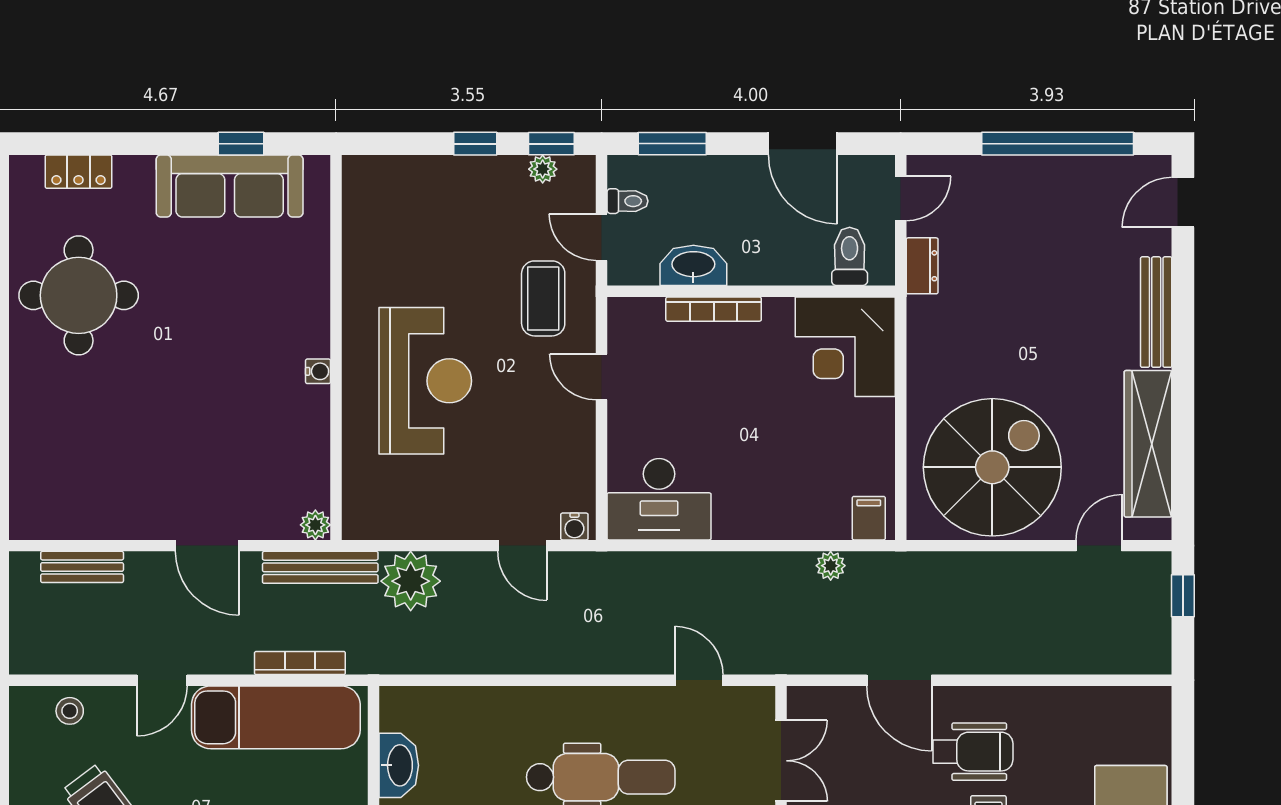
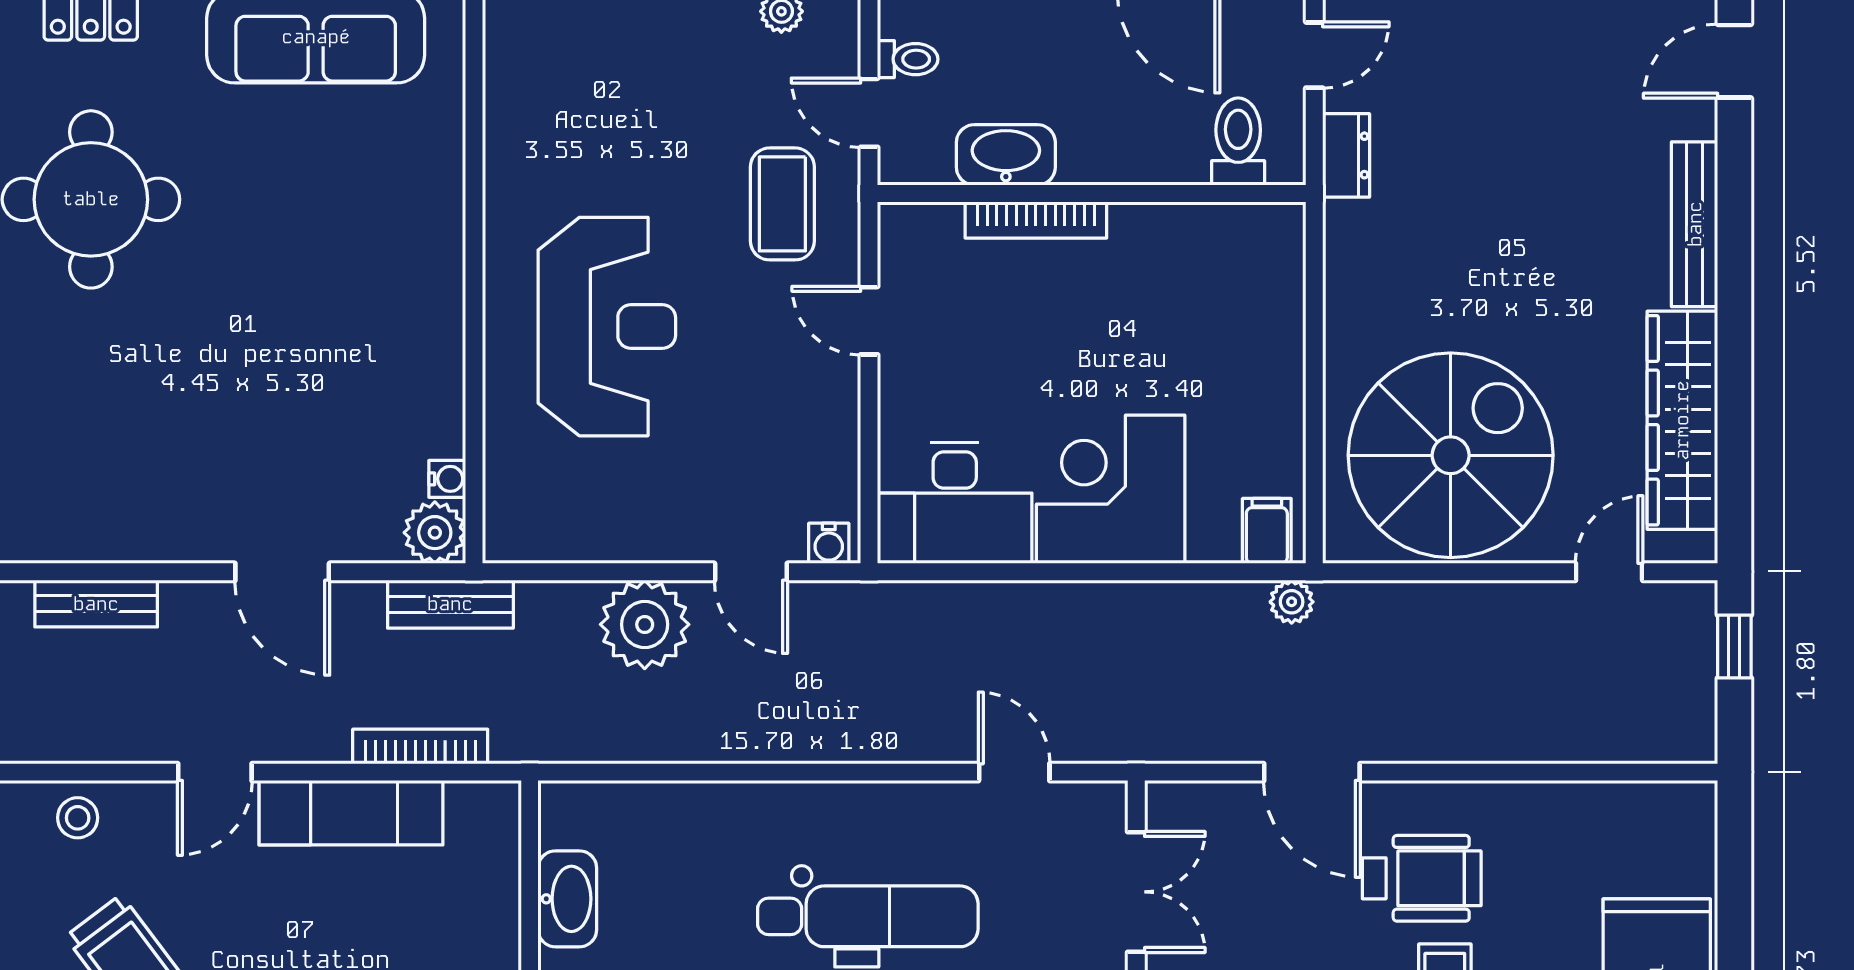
corner desk: (845, 347) -> (1111, 489), moved, turned 90
water cooler: (318, 371) -> (447, 479), moved
plant: (315, 525) -> (435, 533), width x1.38, depth x1.38
plant: (831, 566) -> (1292, 602), moved
bench: (320, 567) -> (450, 604), width x0.73
plant: (411, 581) -> (645, 624), moved
exam couch: (276, 717) -> (351, 813), width x0.73, depth x0.69

